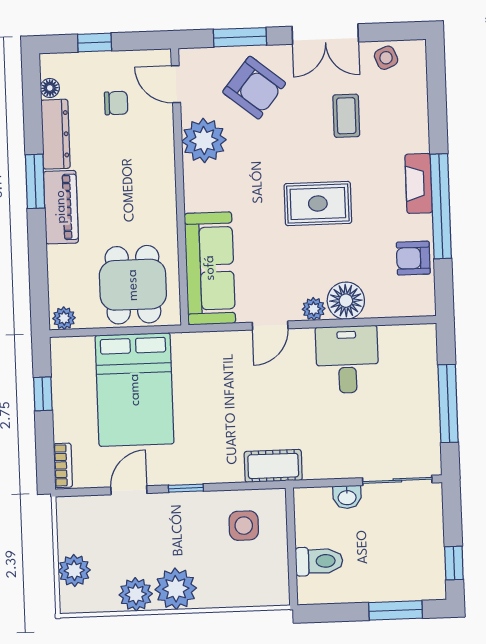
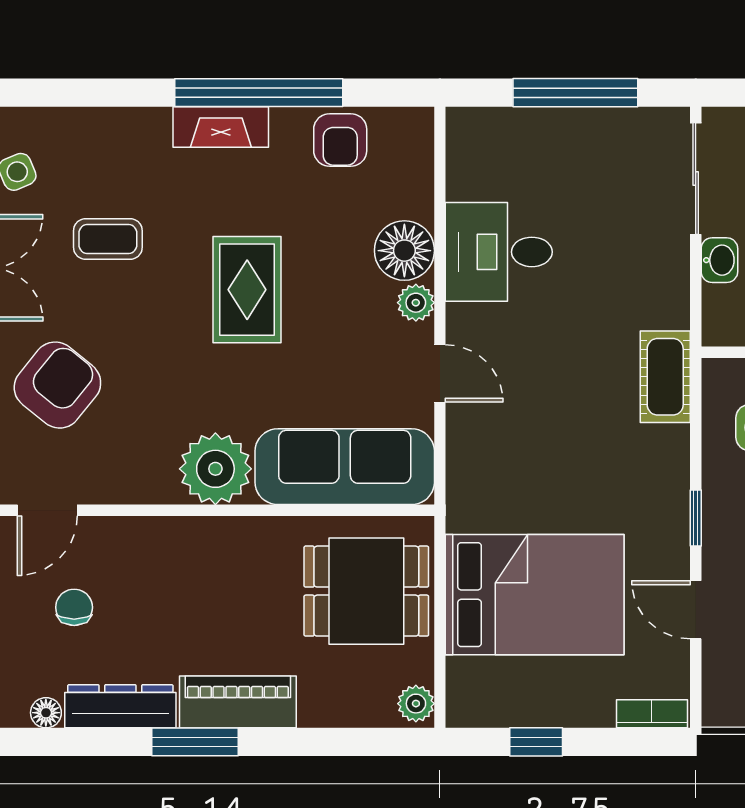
plant: (204, 140) -> (215, 469), moved

